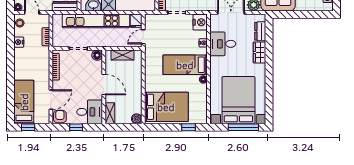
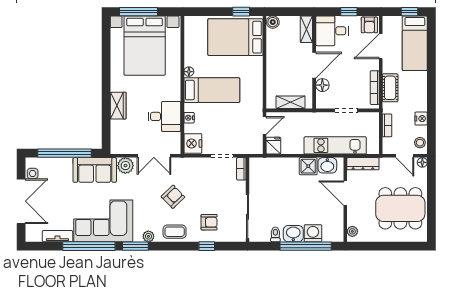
window: (302, 15) -> (65, 153), added
kitchen unit: (96, 21) -> (335, 145), width x0.73
dresser: (260, 31) -> (117, 132), removed
floor lamp: (97, 55) -> (322, 85), moved
cot: (43, 67) -> (390, 88), added
door: (104, 85) -> (314, 65), swing flipped
window: (188, 127) -> (241, 12), moved

